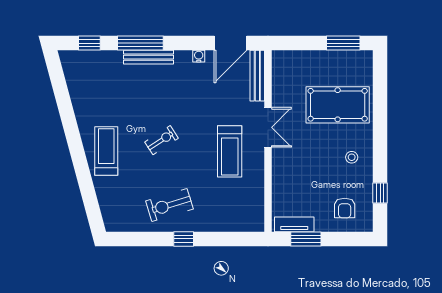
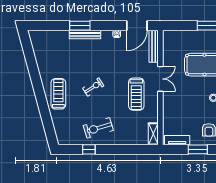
window: (89, 43) -> (48, 26), removed
window: (140, 43) -> (80, 26), width x0.69
shelving: (257, 214) -> (153, 134), added
window: (184, 239) -> (89, 149), moved
window: (306, 239) -> (198, 149), moved

